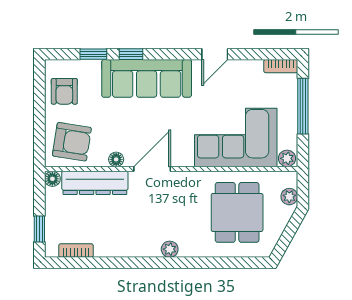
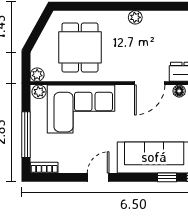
plant: (289, 197) -> (37, 75), moved

